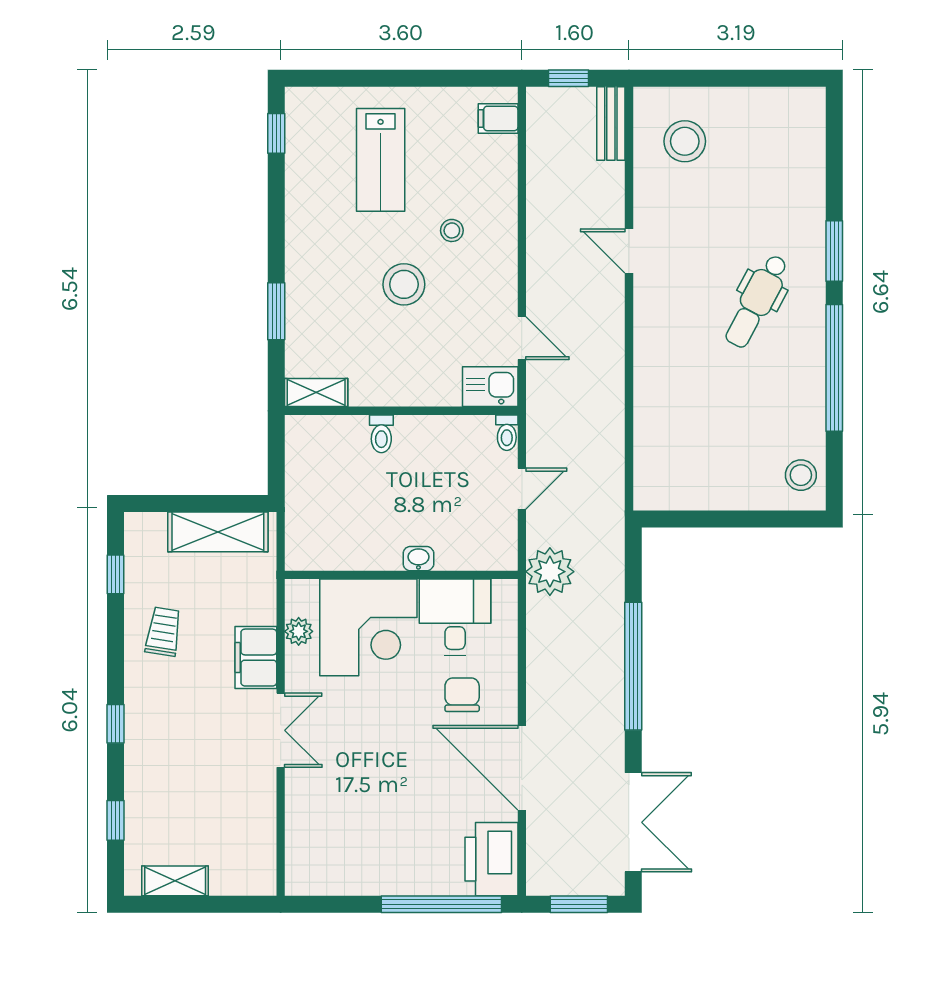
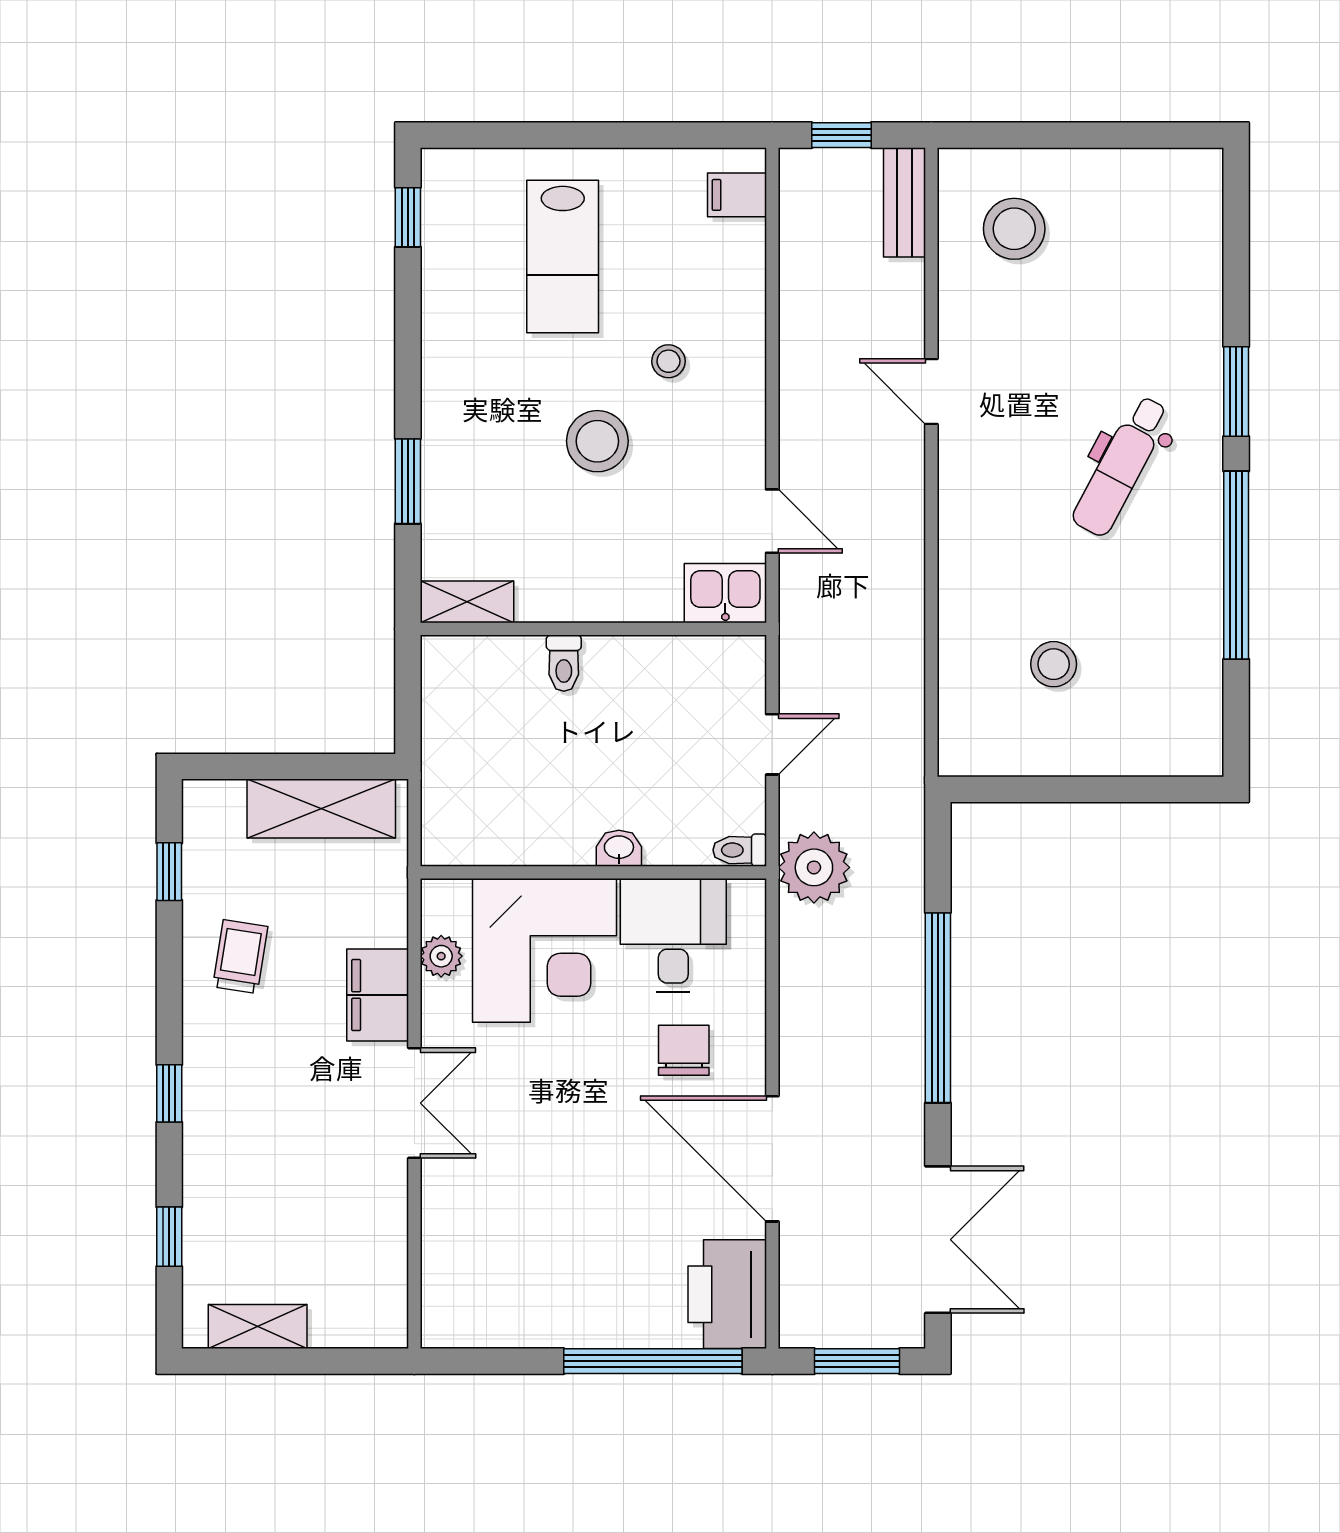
toilet: (507, 433) -> (740, 850), moved, turned 90
stool: (801, 475) -> (1054, 664), moved

